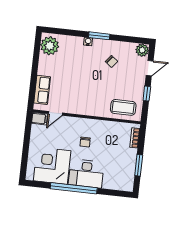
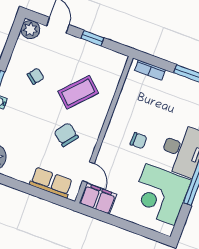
chair: (77, 92) -> (66, 135), added
coffee table: (123, 107) -> (78, 92), moved, turned 43
filing cabinet: (40, 119) -> (98, 199), width x2.00

